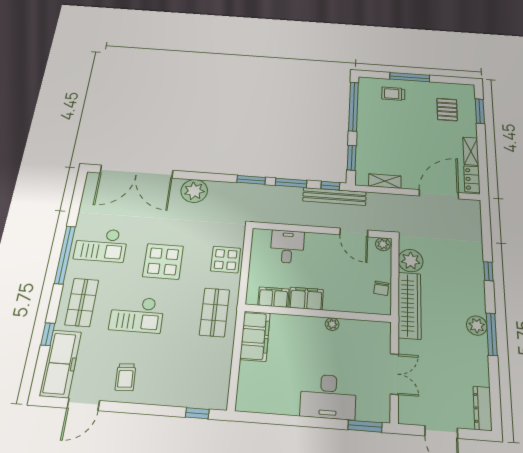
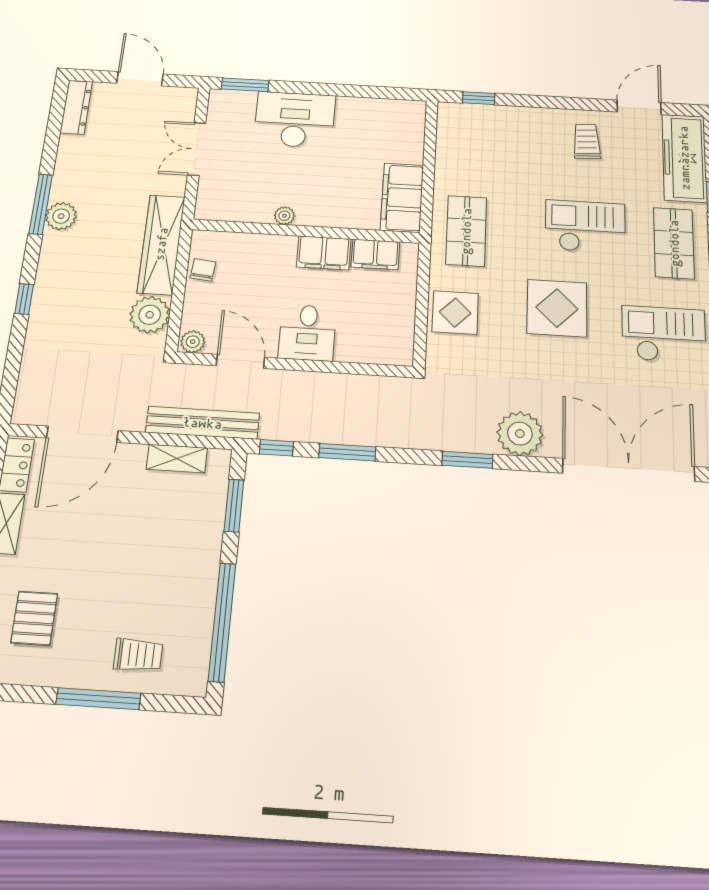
window: (251, 180) -> (467, 460), moved
bench: (334, 196) -> (203, 423), moved
desk: (287, 247) -> (307, 333), moved

